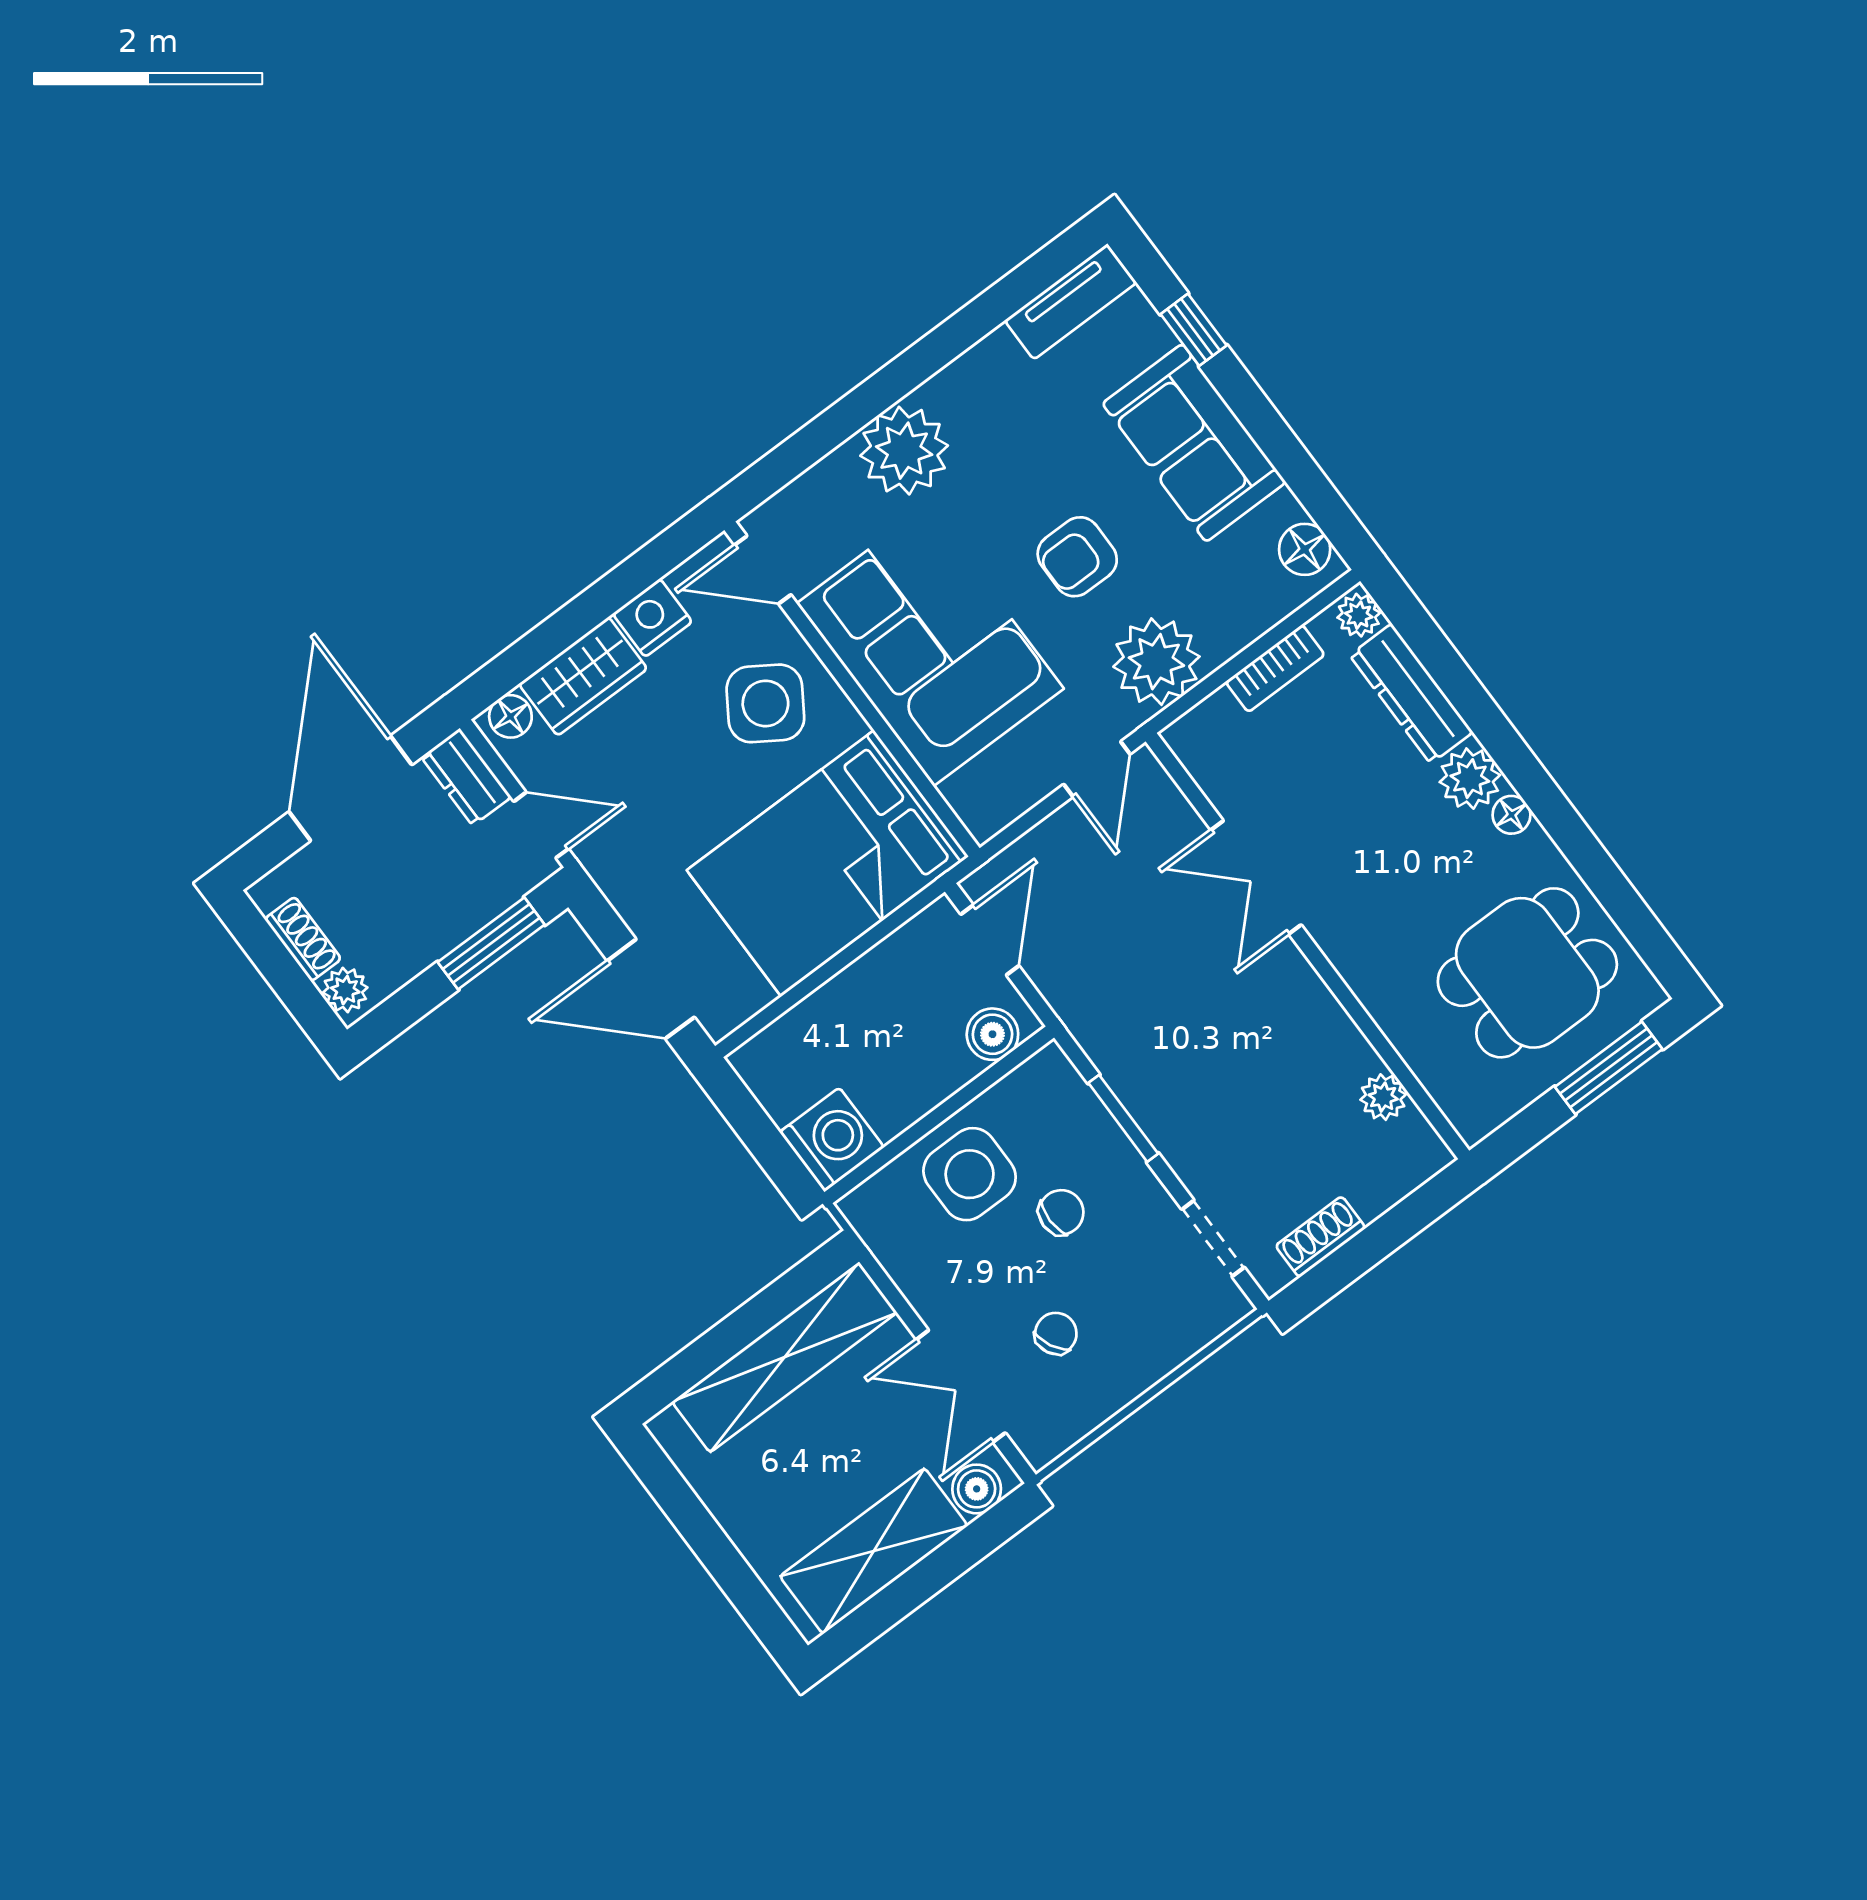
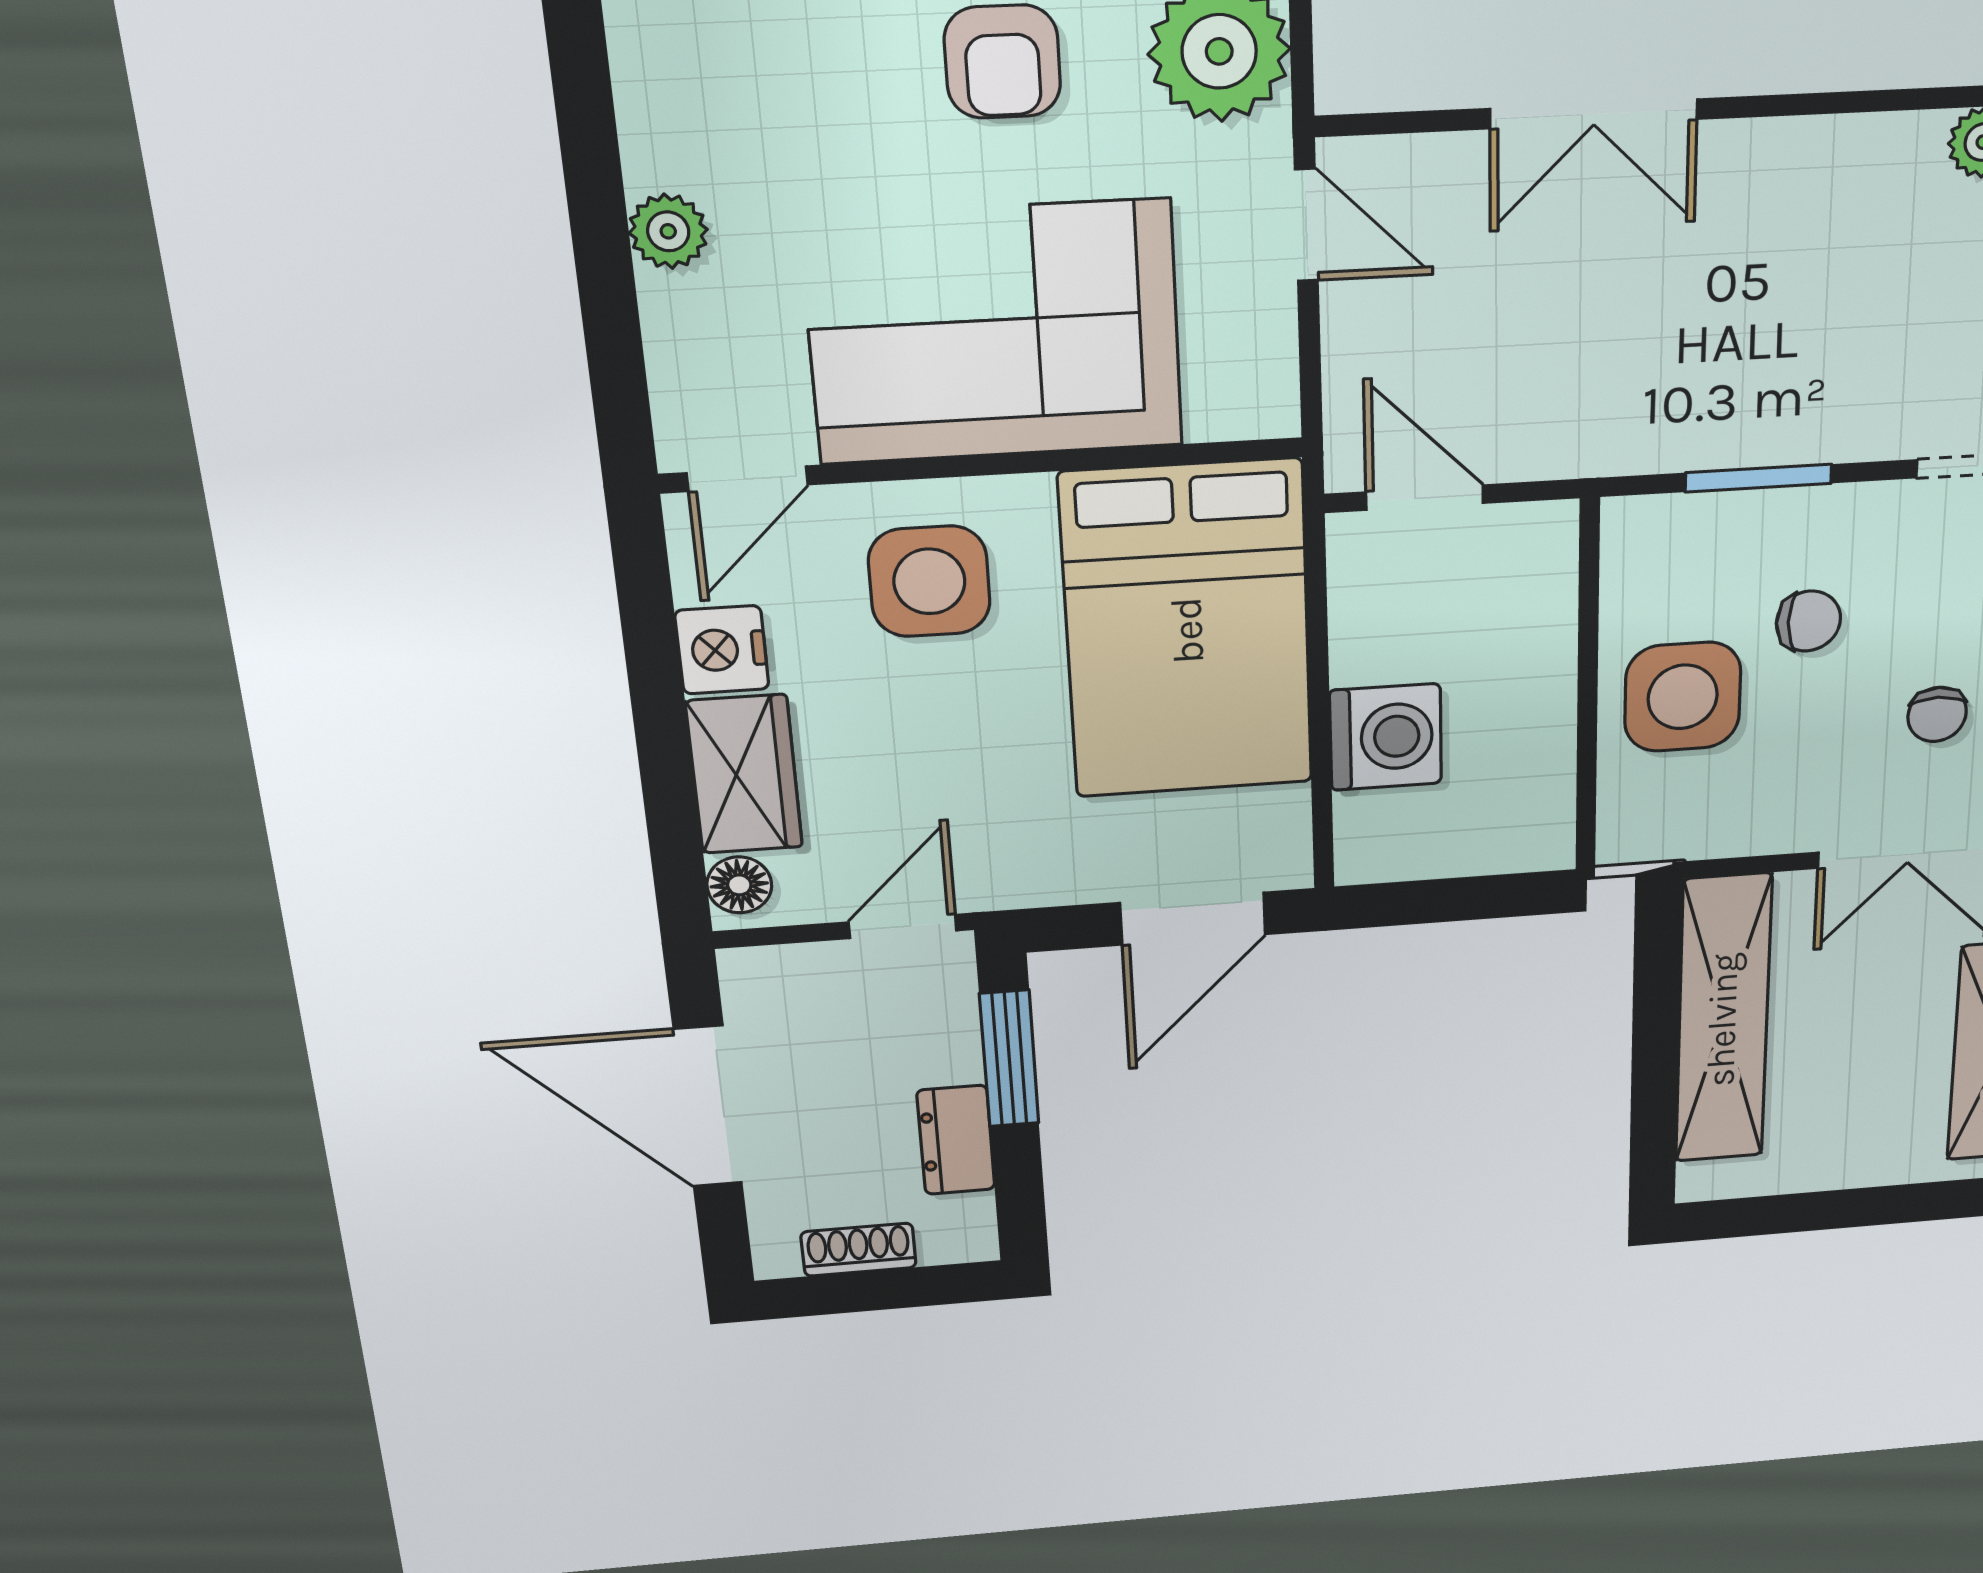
plant: (904, 451) -> (668, 231), width x0.53, depth x0.53
side table: (765, 703) -> (929, 581), turned -33
dresser: (466, 777) -> (956, 1140), moved, turned 90
plant: (345, 990) -> (952, 1238), removed
boiler: (992, 1034) -> (1541, 567), removed
washing machine: (832, 1140) -> (1386, 737), moved, turned 90
chair: (1061, 1212) -> (1809, 621), turned 90
chair: (1056, 1333) -> (1937, 714), turned -153

